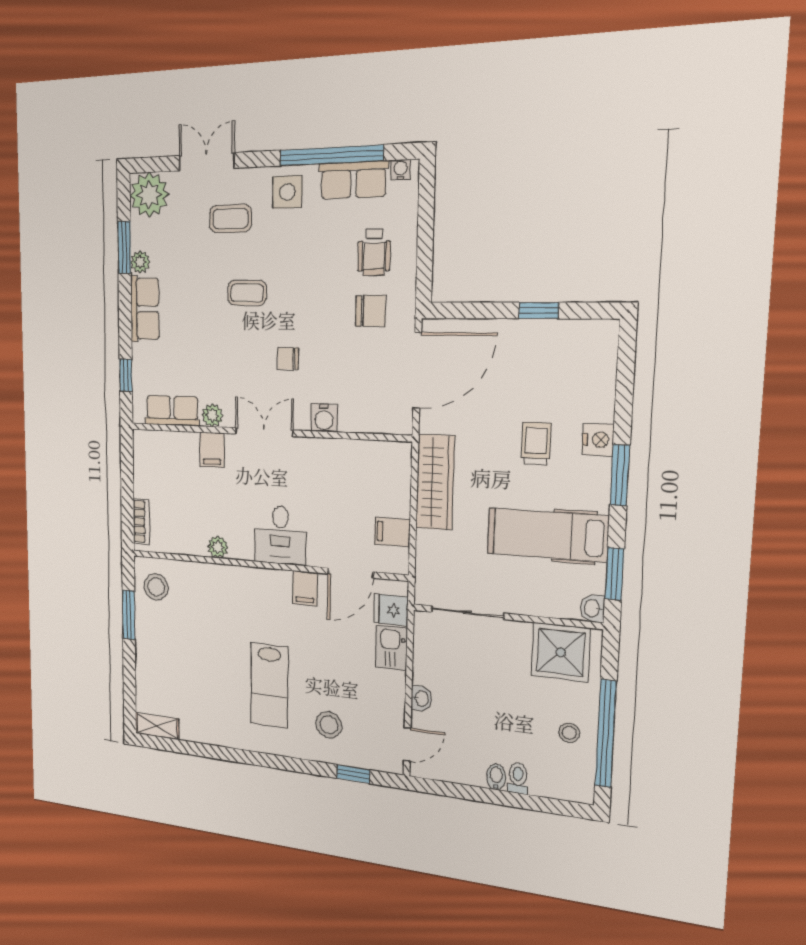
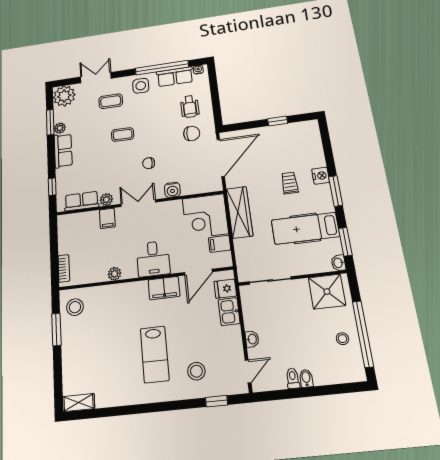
corner desk: (375, 478) -> (205, 216), added
filing cabinet: (305, 588) -> (164, 288), width x2.00
toilet: (518, 778) -> (293, 378), moved

